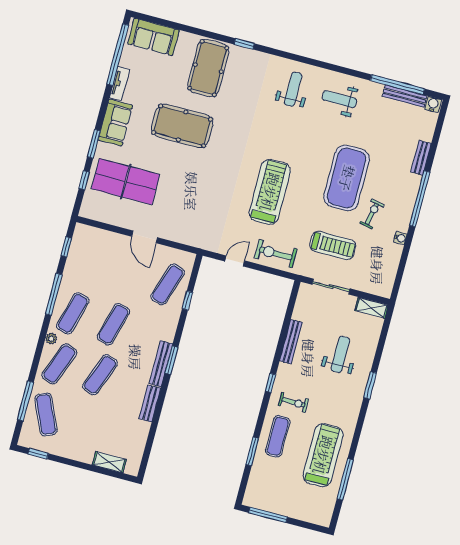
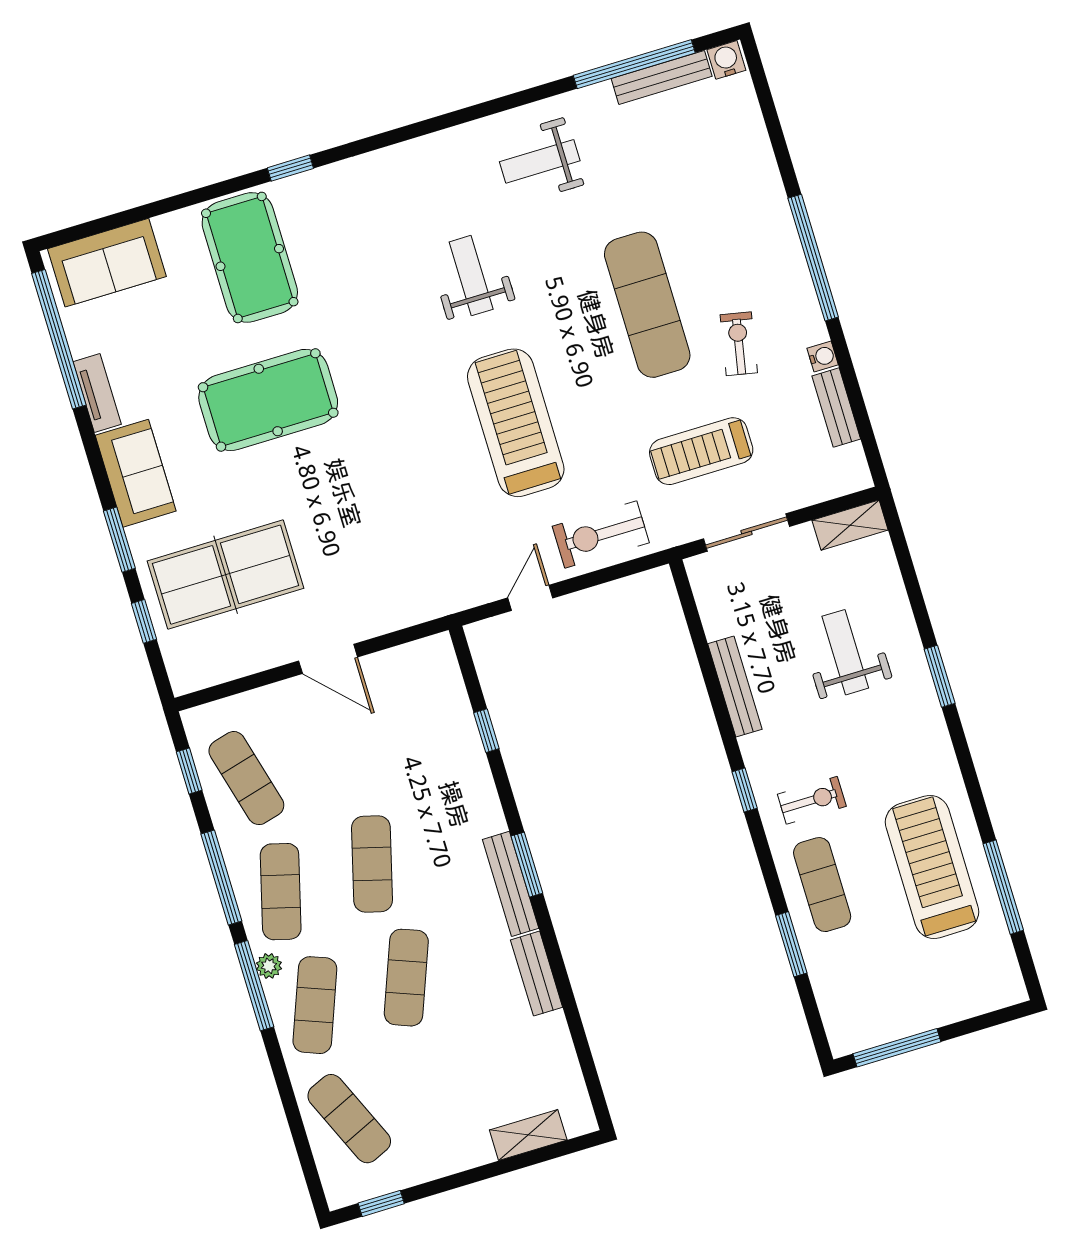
weight bench: (293, 89) -> (471, 276), moved
bench: (421, 158) -> (836, 407), moved
exercise mat: (347, 178) -> (647, 305), width x0.68
treadmill: (333, 245) -> (701, 451), turned 180
exercise mat: (168, 284) -> (246, 778), moved, turned -33
window: (25, 401) -> (254, 986), moved

